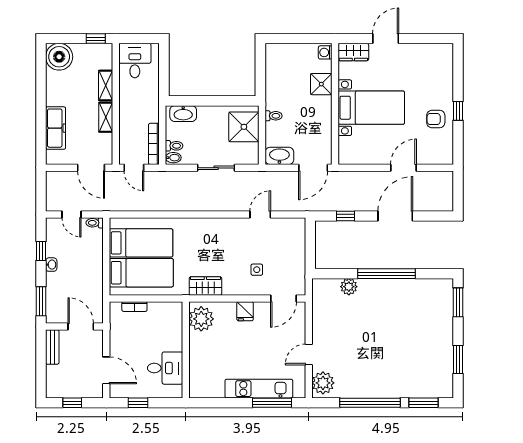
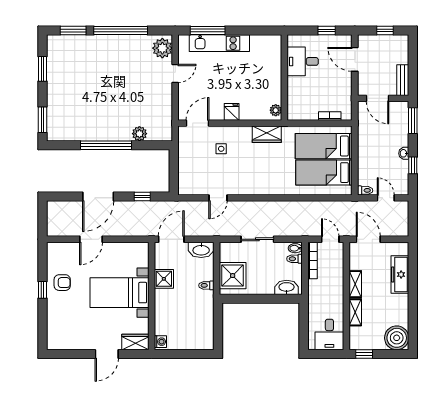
shower: (321, 84) -> (164, 279), moved
plant: (201, 319) -> (276, 110), width x0.53, depth x0.53

